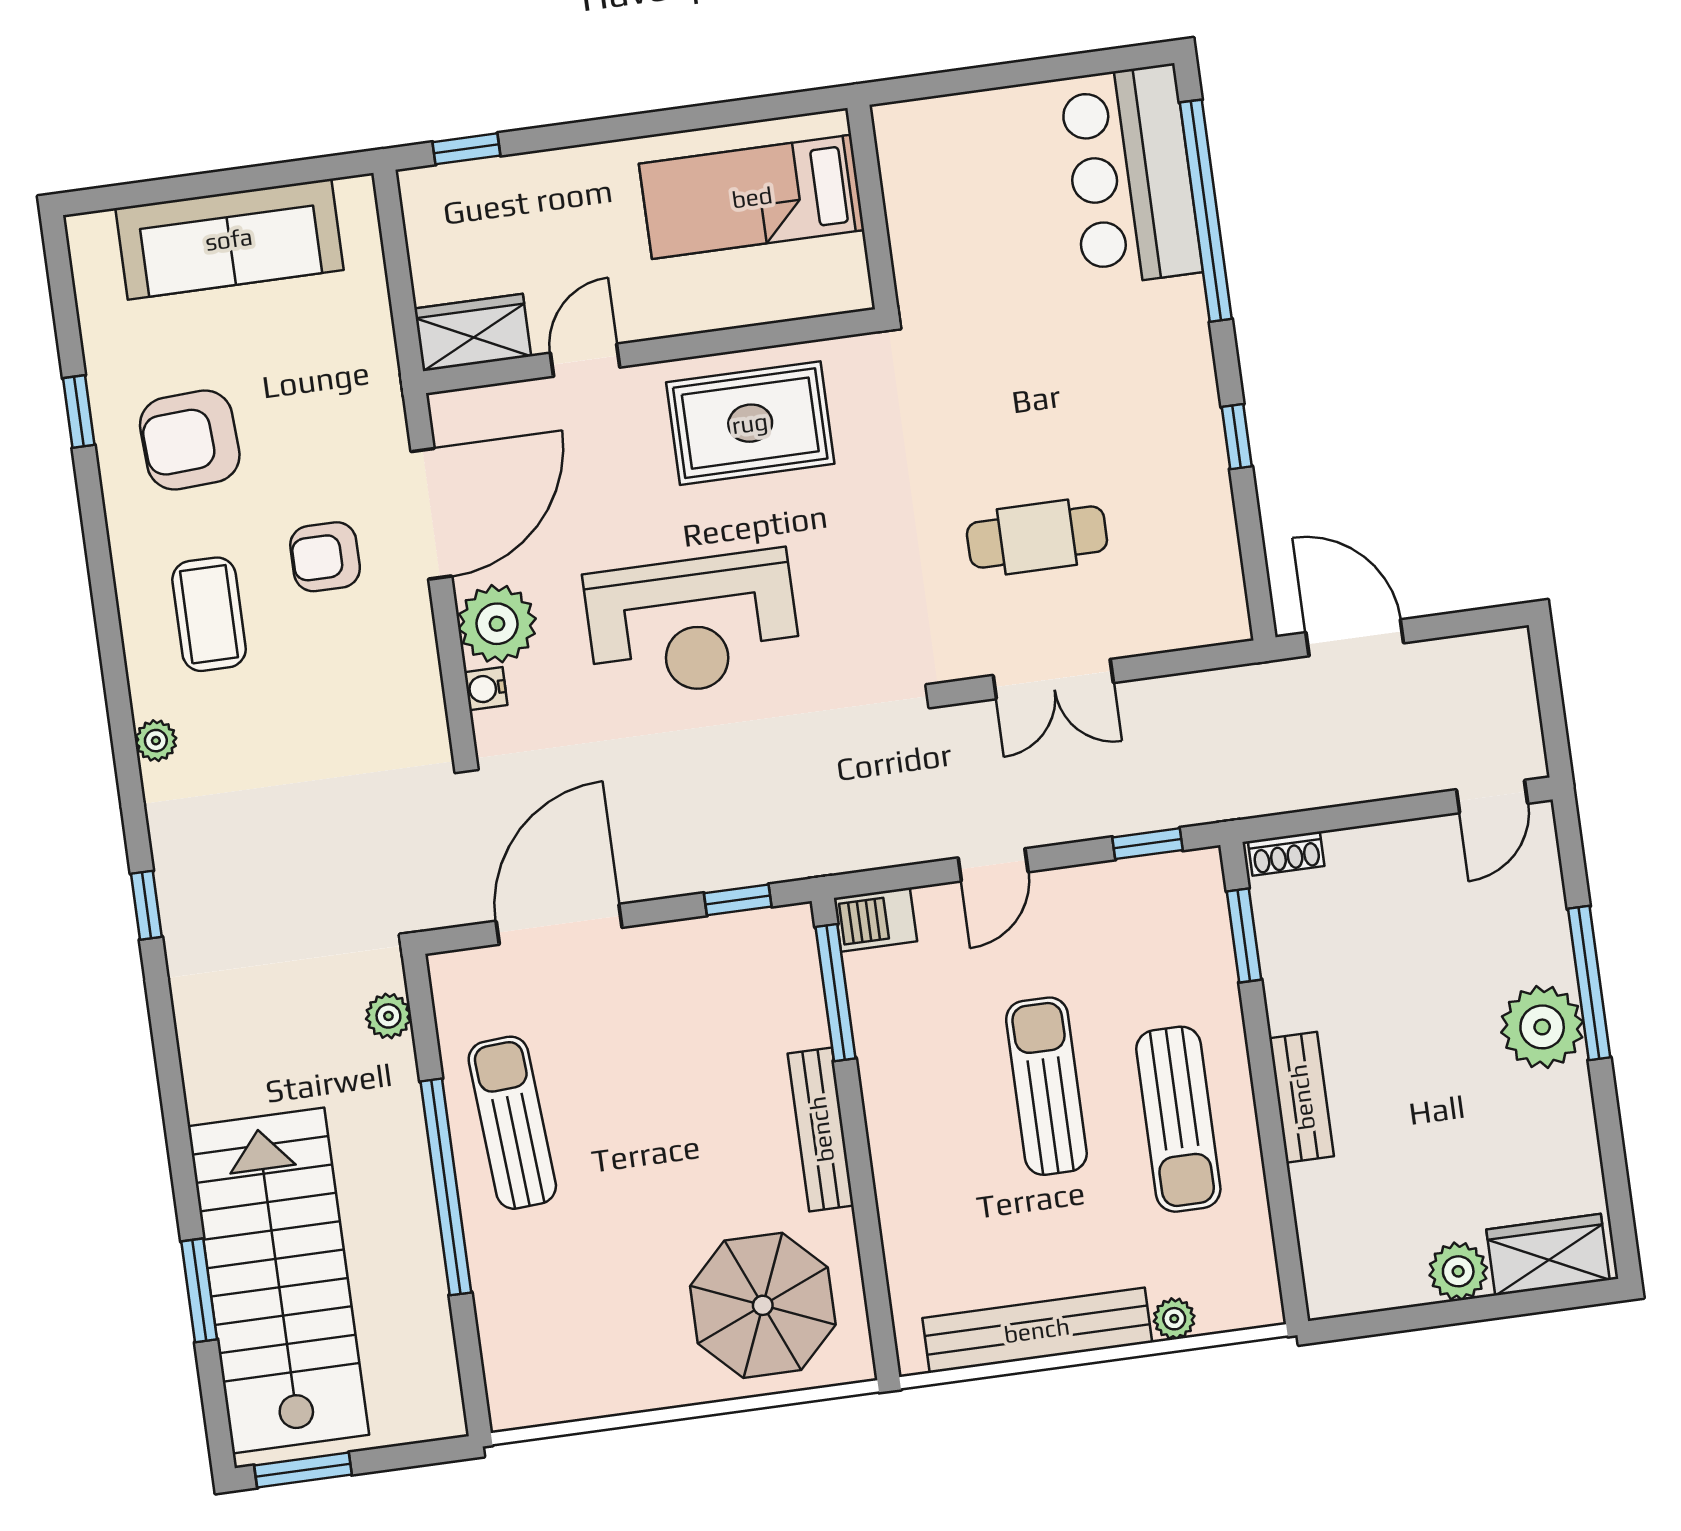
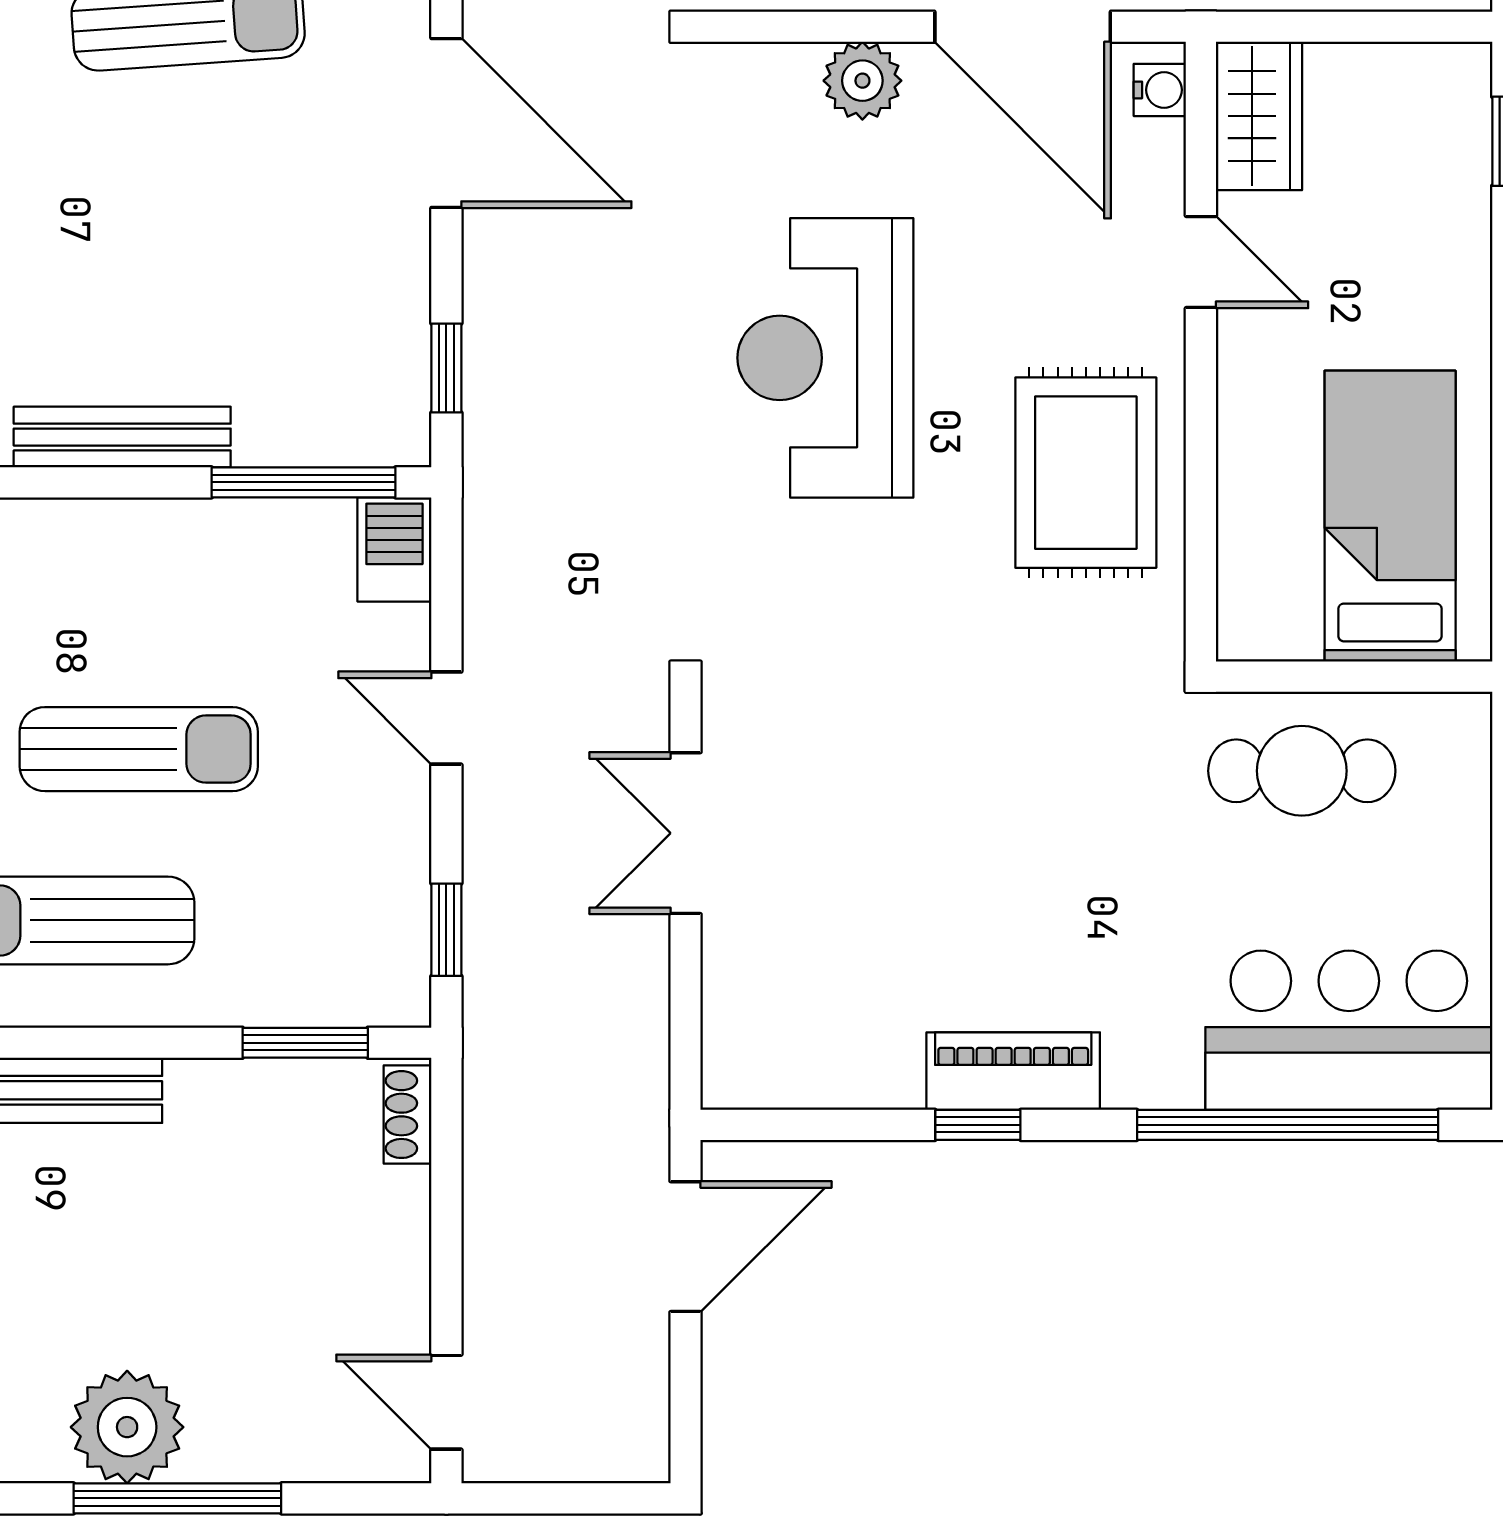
piano: (1194, 416) -> (1013, 1071), added
cafe table: (1037, 537) -> (1302, 771), moved, turned 90
plant: (497, 624) -> (862, 81), width x0.73, depth x0.73
water cooler: (486, 689) -> (1160, 90), moved, turned 90

